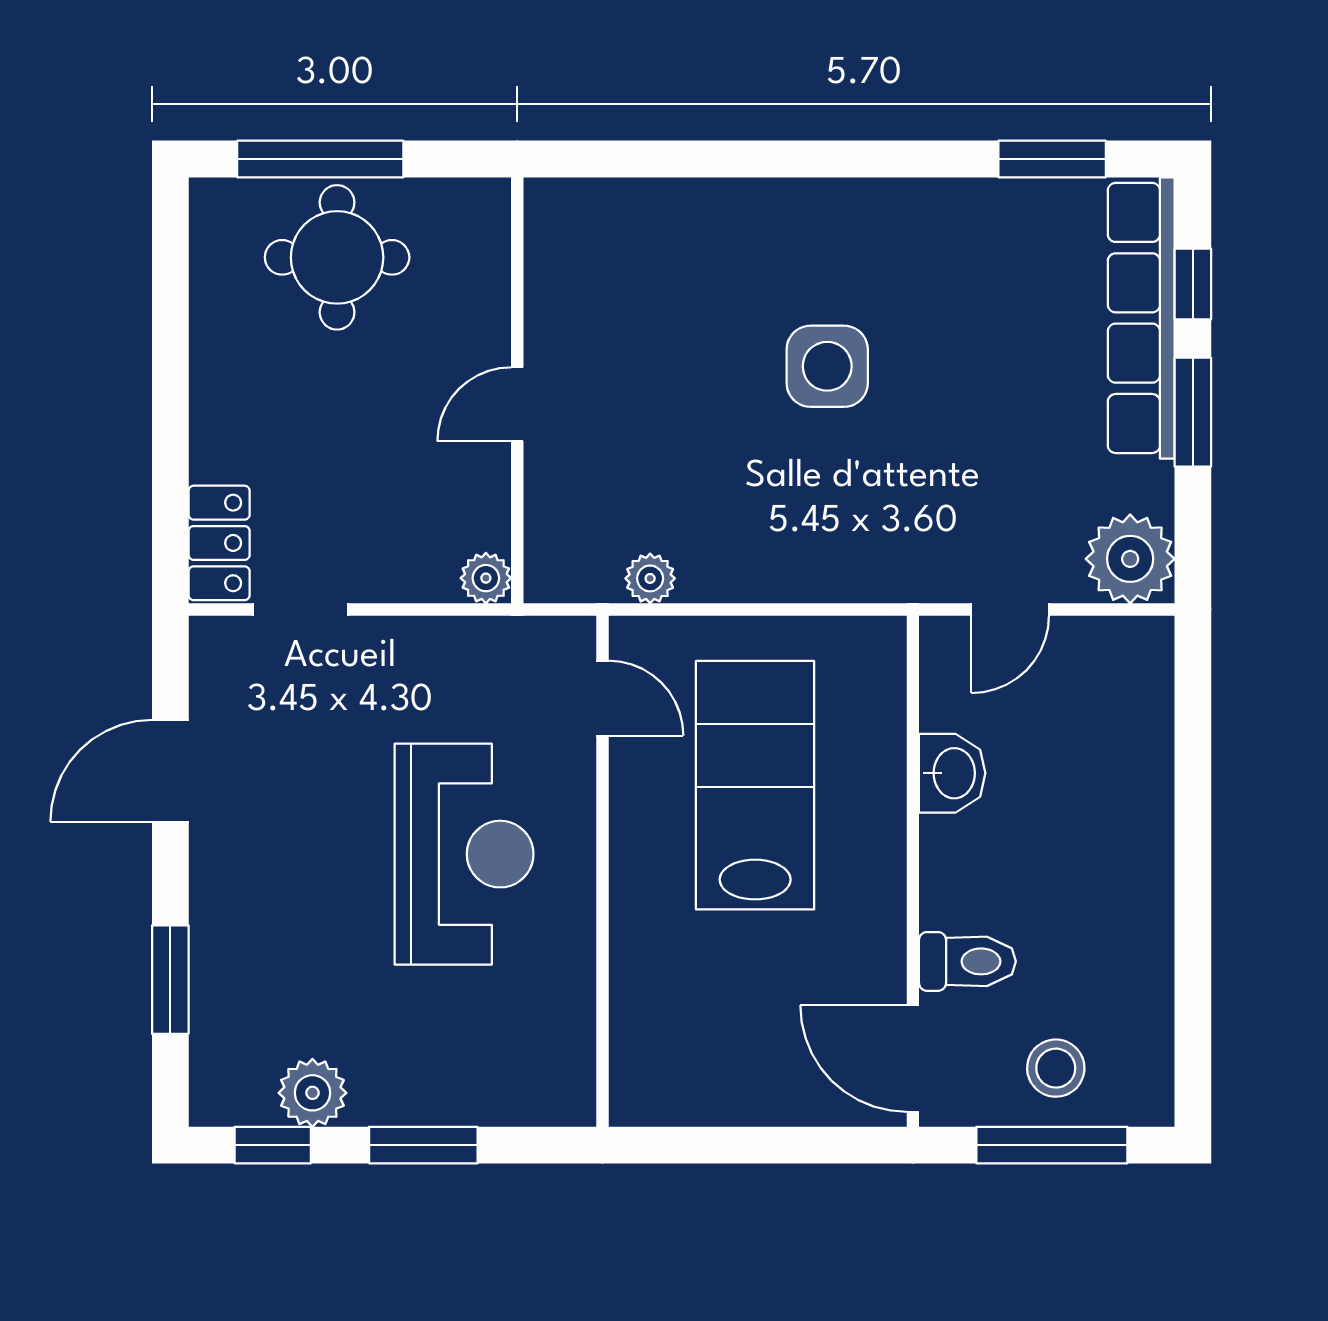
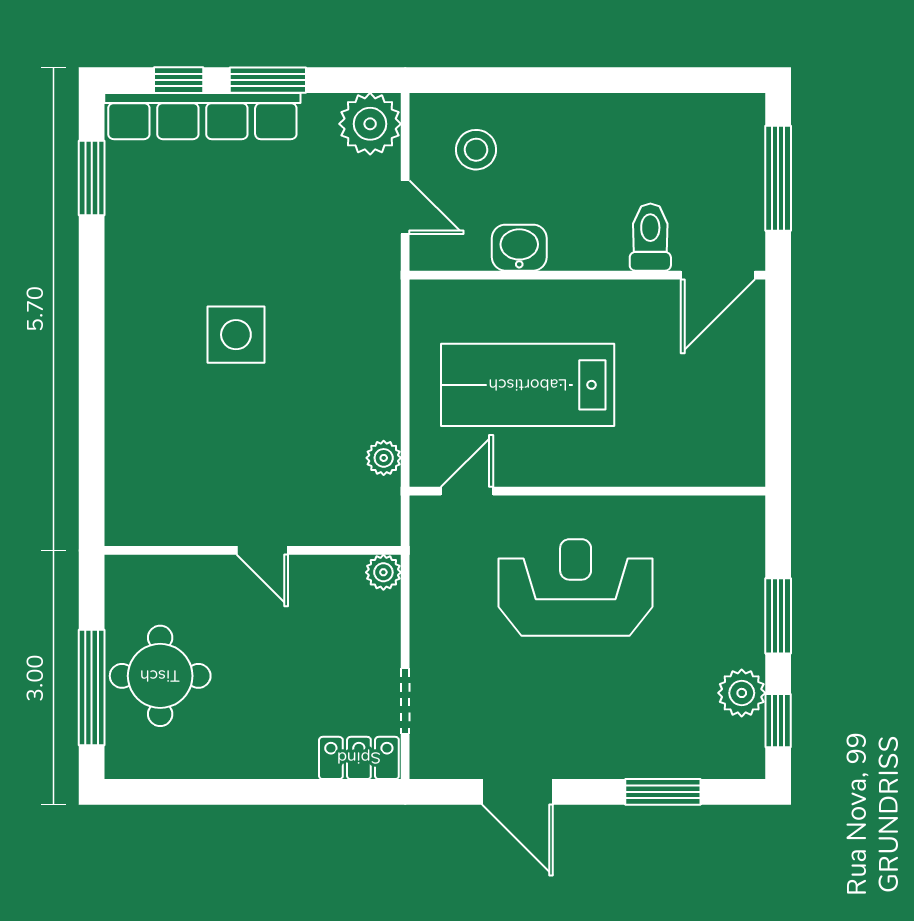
stool: (1056, 1068) -> (476, 150), moved

